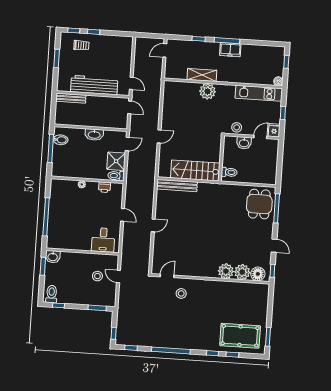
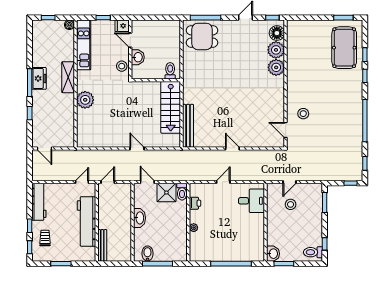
workbench: (115, 42) -> (39, 202), added
shelving: (202, 75) -> (68, 77), moved

